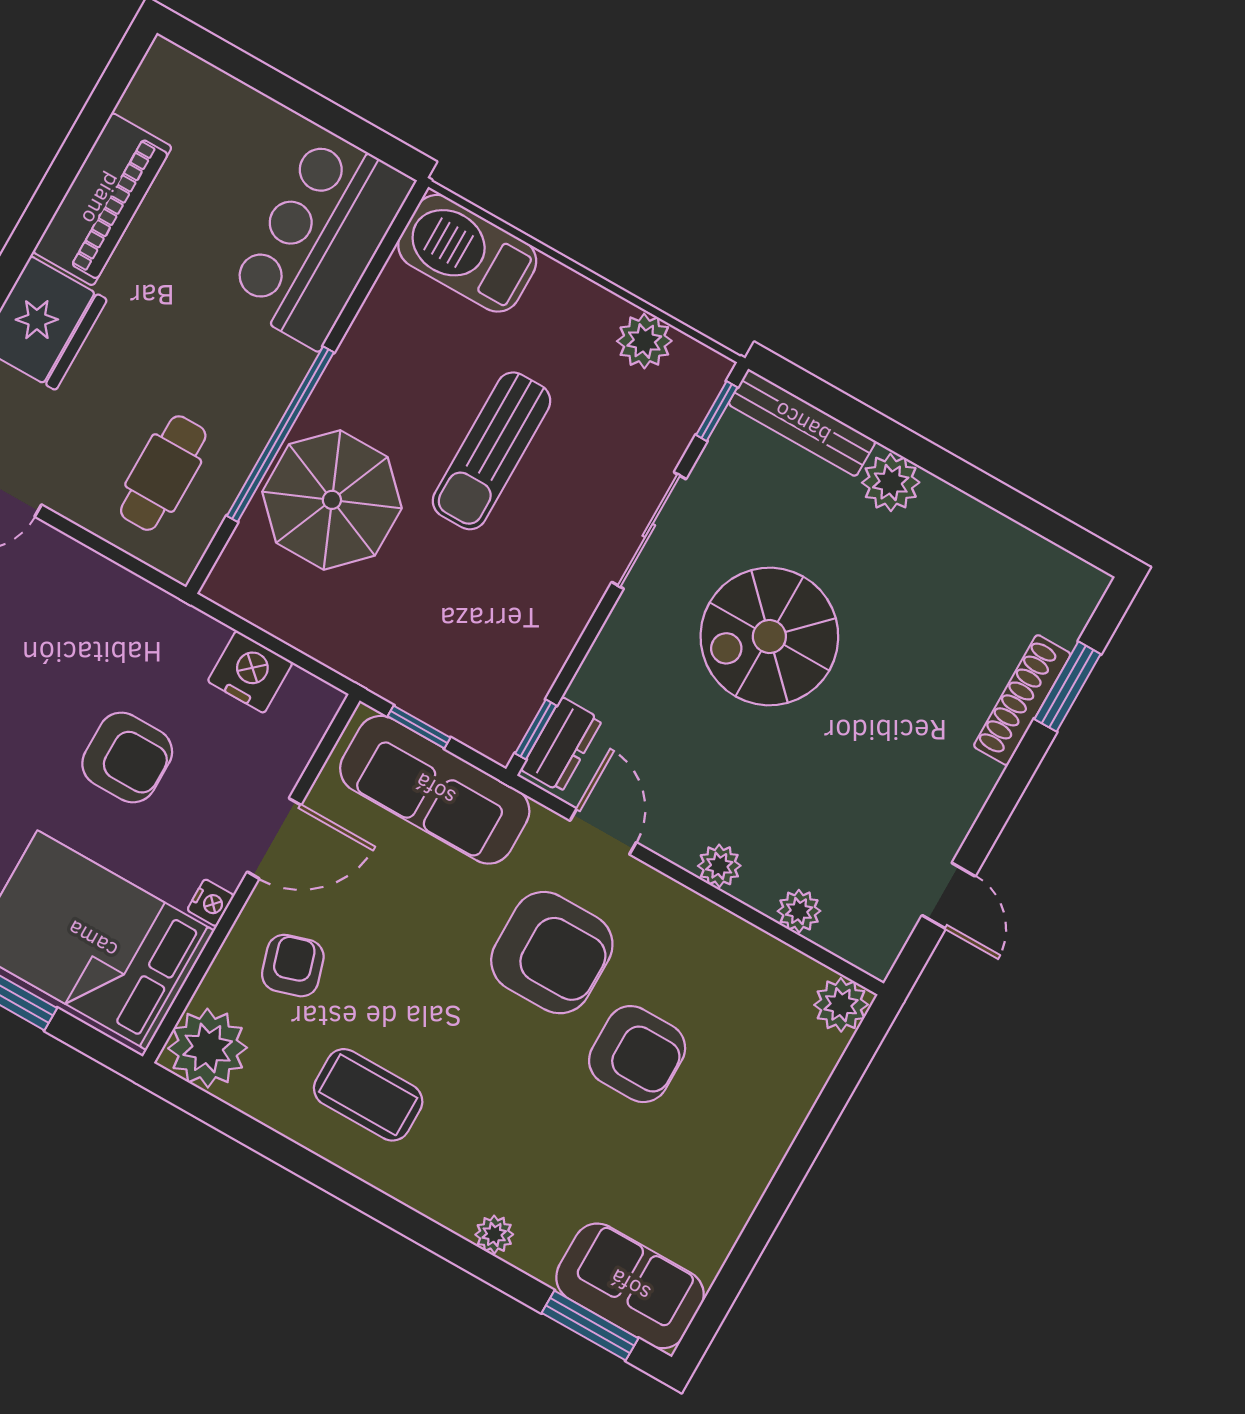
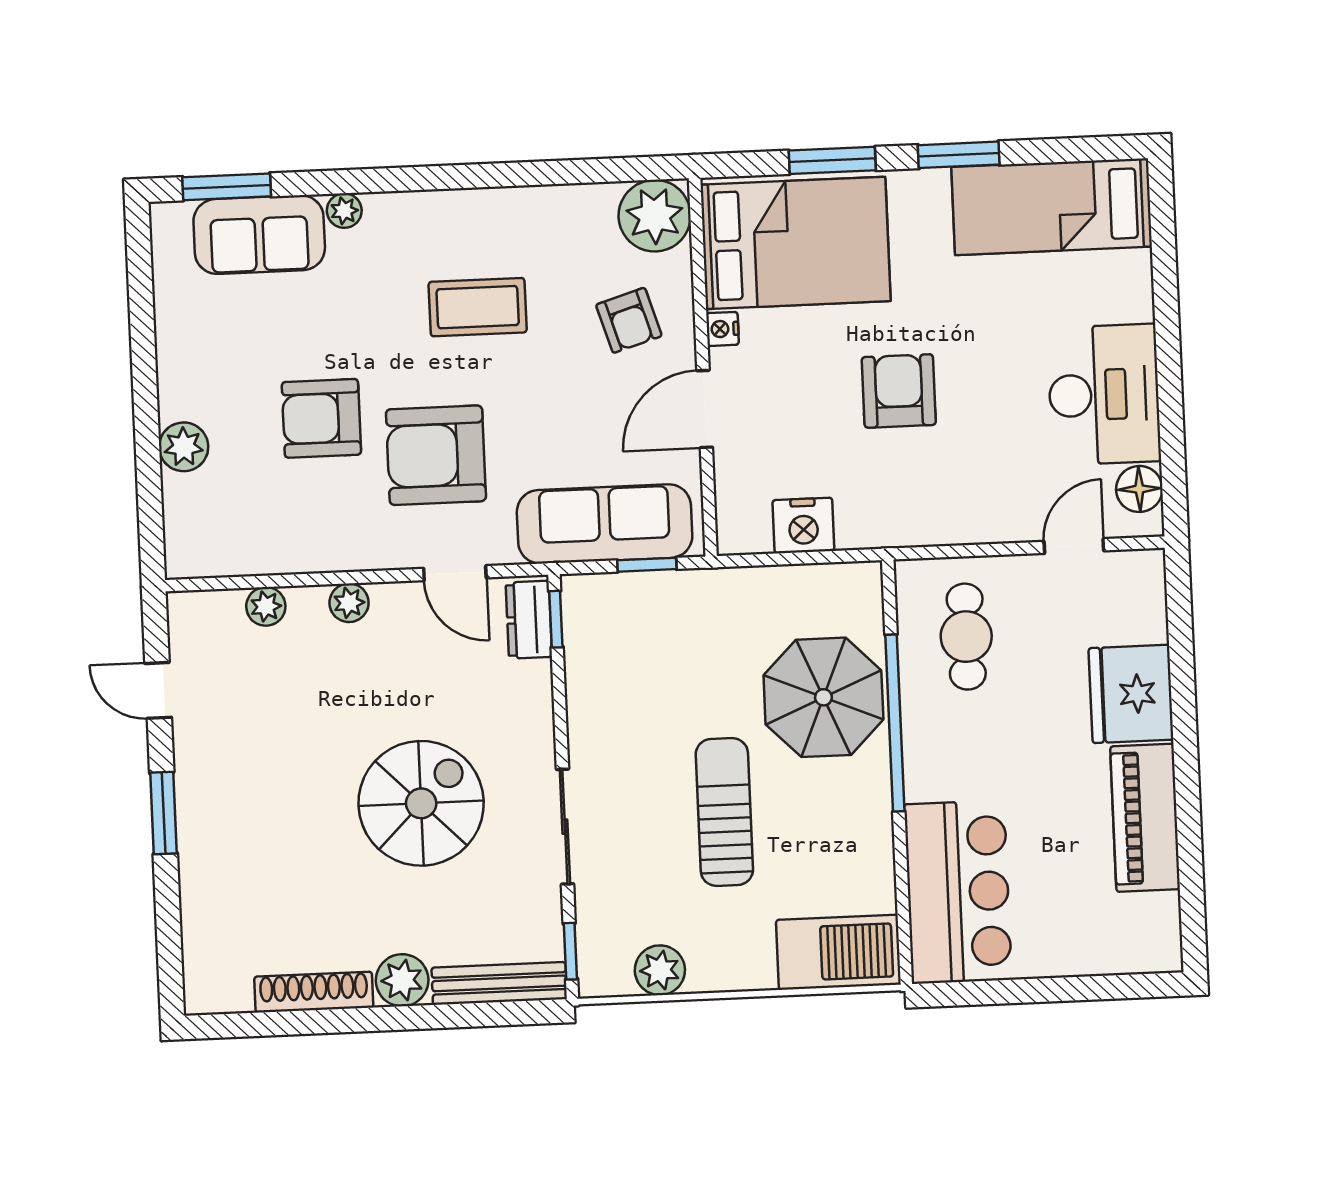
window: (1068, 687) -> (163, 813), moved
shoe rack: (1022, 700) -> (314, 992), moved, turned -90
armchair: (127, 757) -> (899, 391), moved, turned 90
plant: (841, 1005) -> (184, 447), moved
coffee table: (368, 1095) -> (478, 307), moved
sofa: (630, 1286) -> (259, 235), moved

